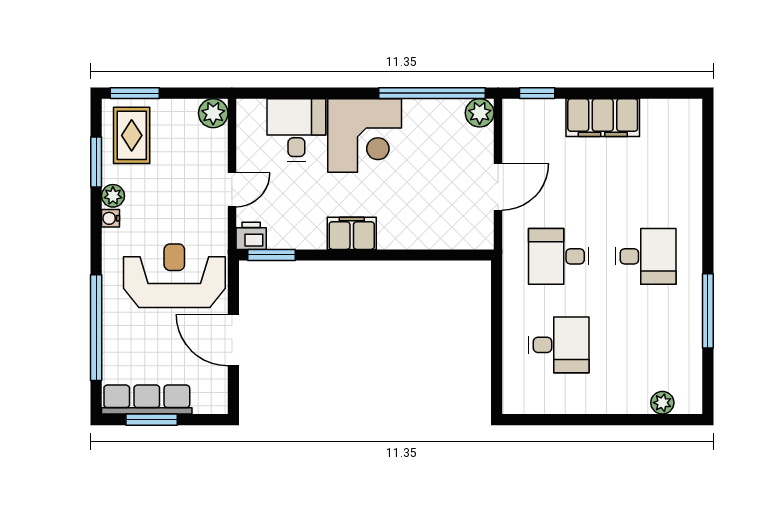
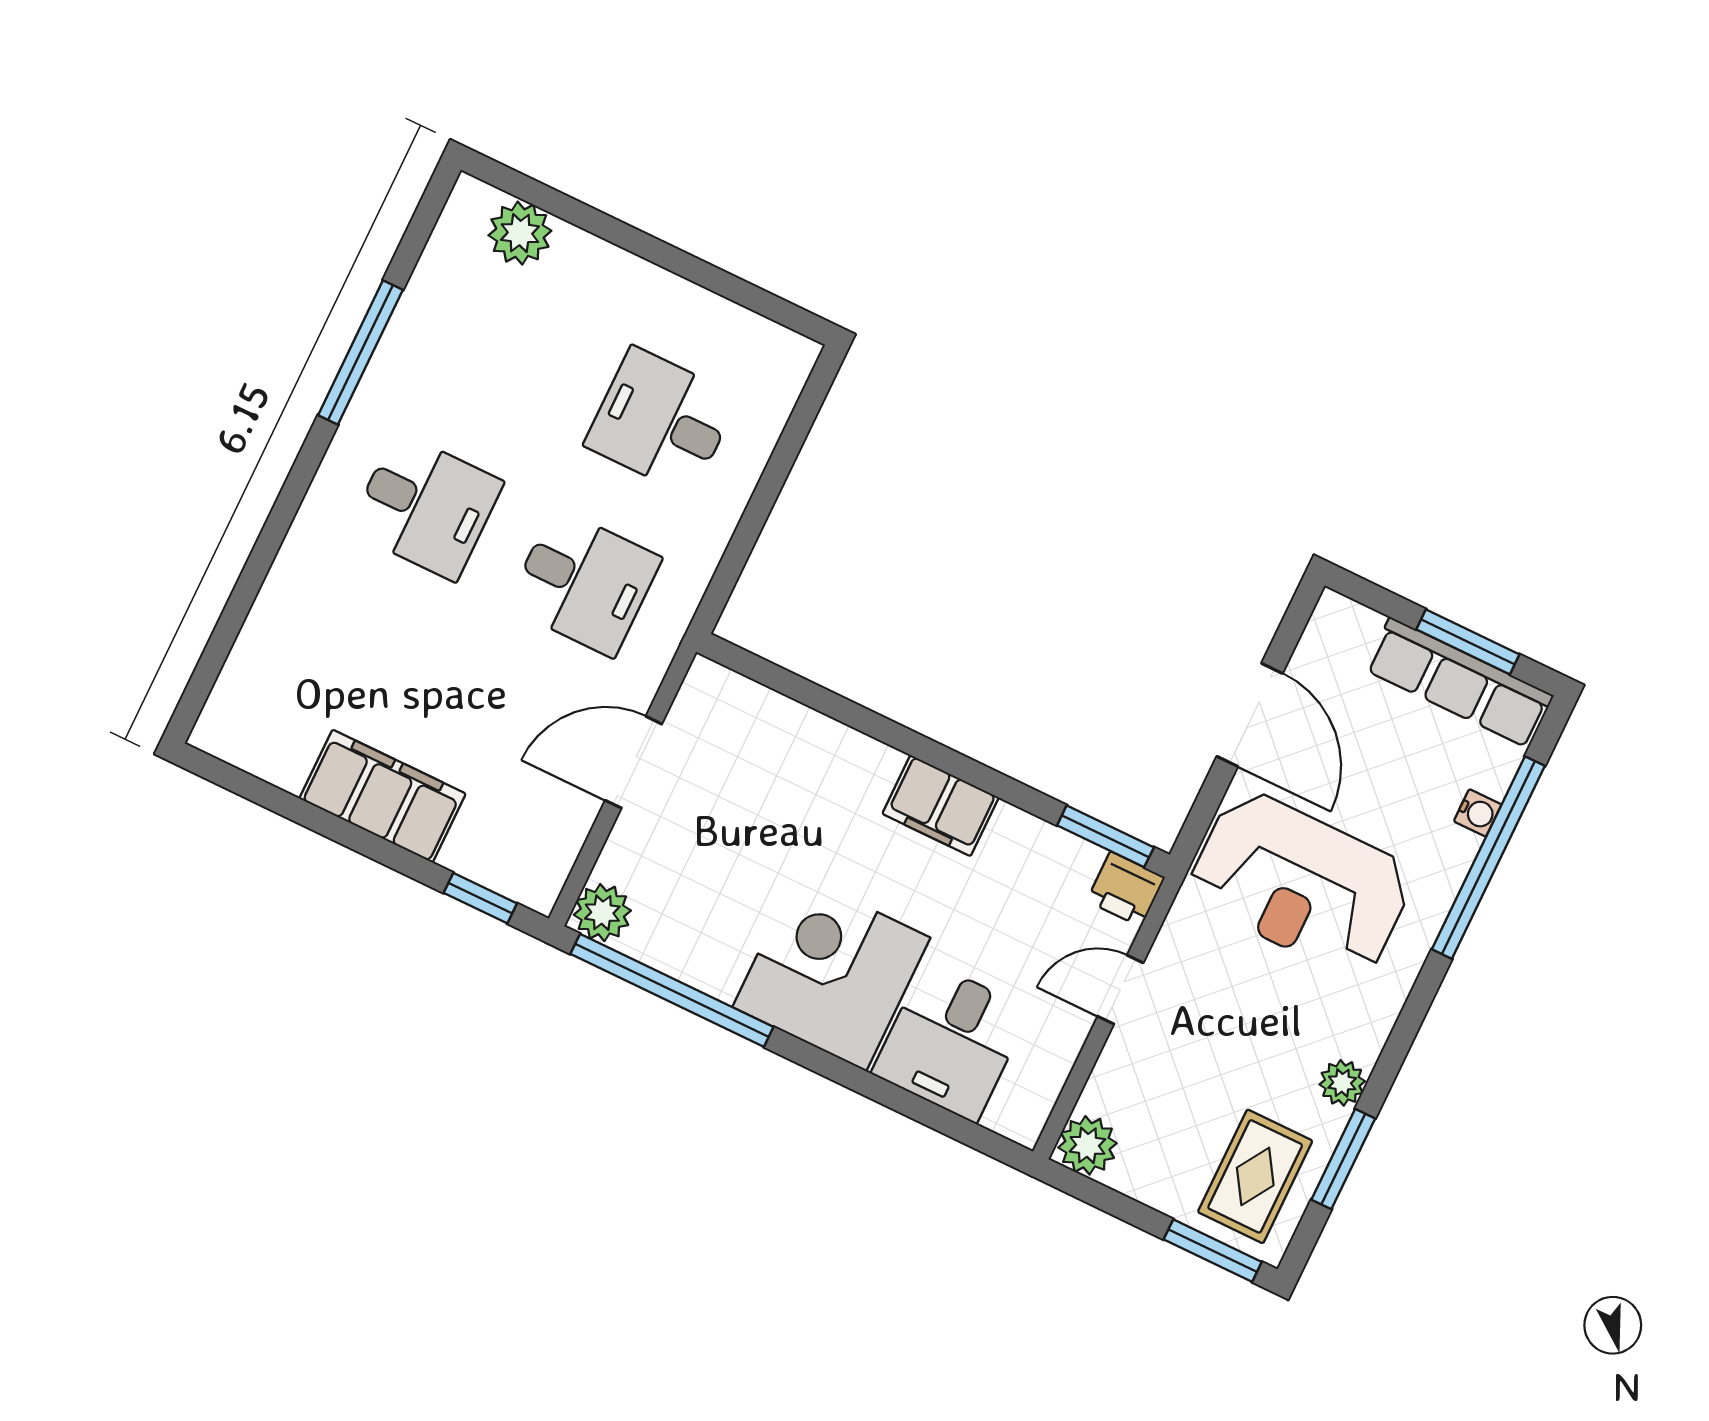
water cooler: (111, 218) -> (1478, 813), moved
desk: (646, 256) -> (426, 506), turned 180
plant: (662, 403) -> (520, 233), width x1.38, depth x1.38

